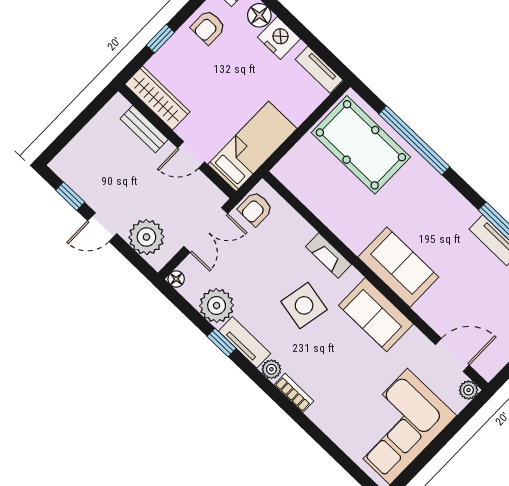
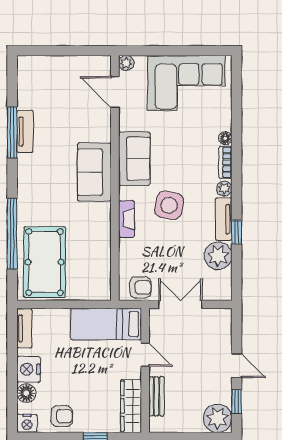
plant: (146, 237) -> (218, 418), moved
floor lamp: (176, 279) -> (225, 138), moved

